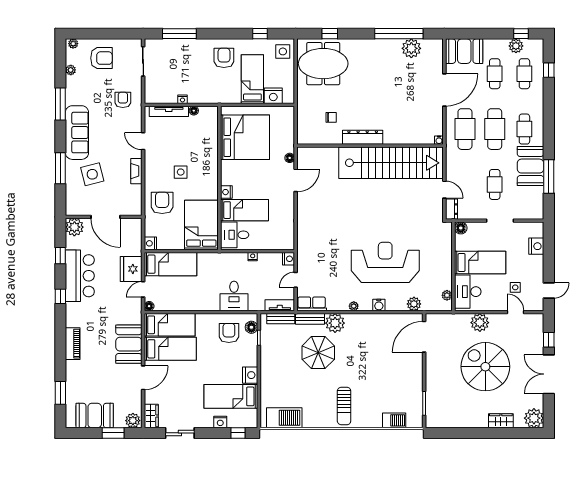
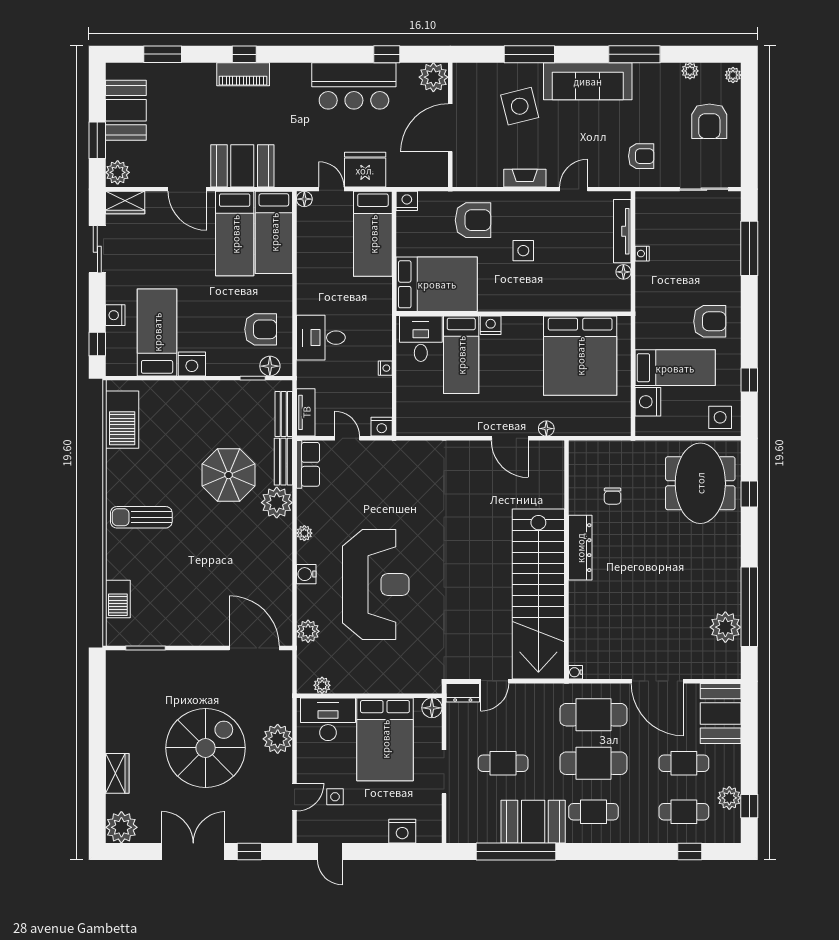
window: (549, 176) -> (516, 851), width x1.46
bed: (480, 262) -> (385, 739), width x1.50
window: (60, 296) -> (244, 54), moved

